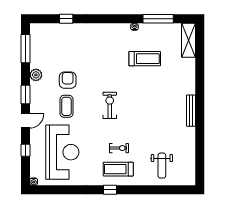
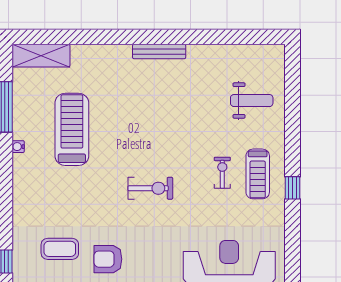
treadmill: (145, 59) -> (72, 129), width x1.37, depth x1.38
exercise bike: (110, 105) -> (150, 188), turned 180
coffee table: (66, 106) -> (60, 249), moved

